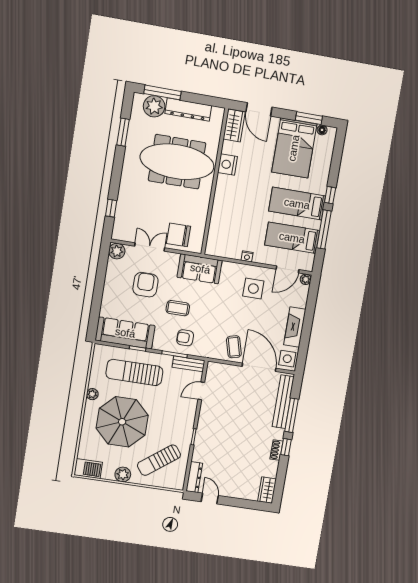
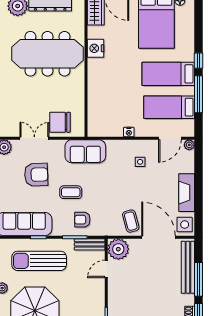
armchair: (145, 285) -> (36, 175), turned 88
side table: (253, 289) -> (140, 162), width x0.54, depth x0.54
plant: (217, 373) -> (118, 249), added

